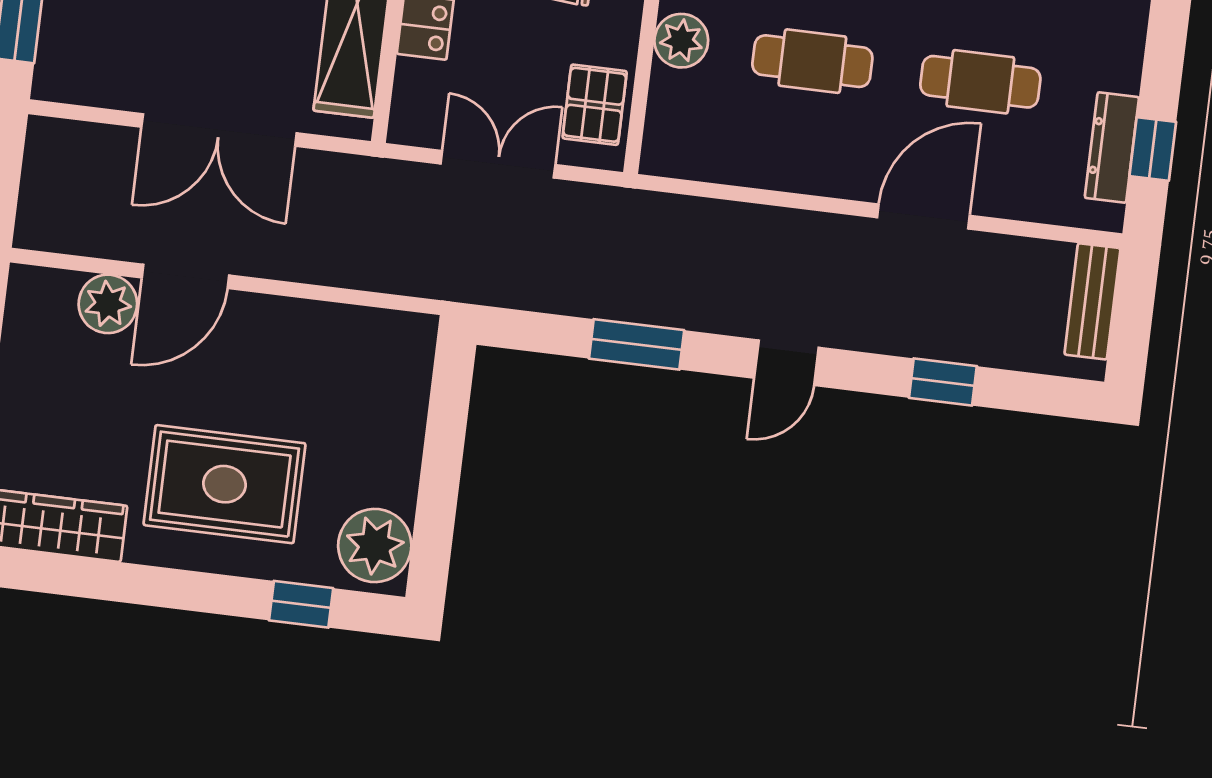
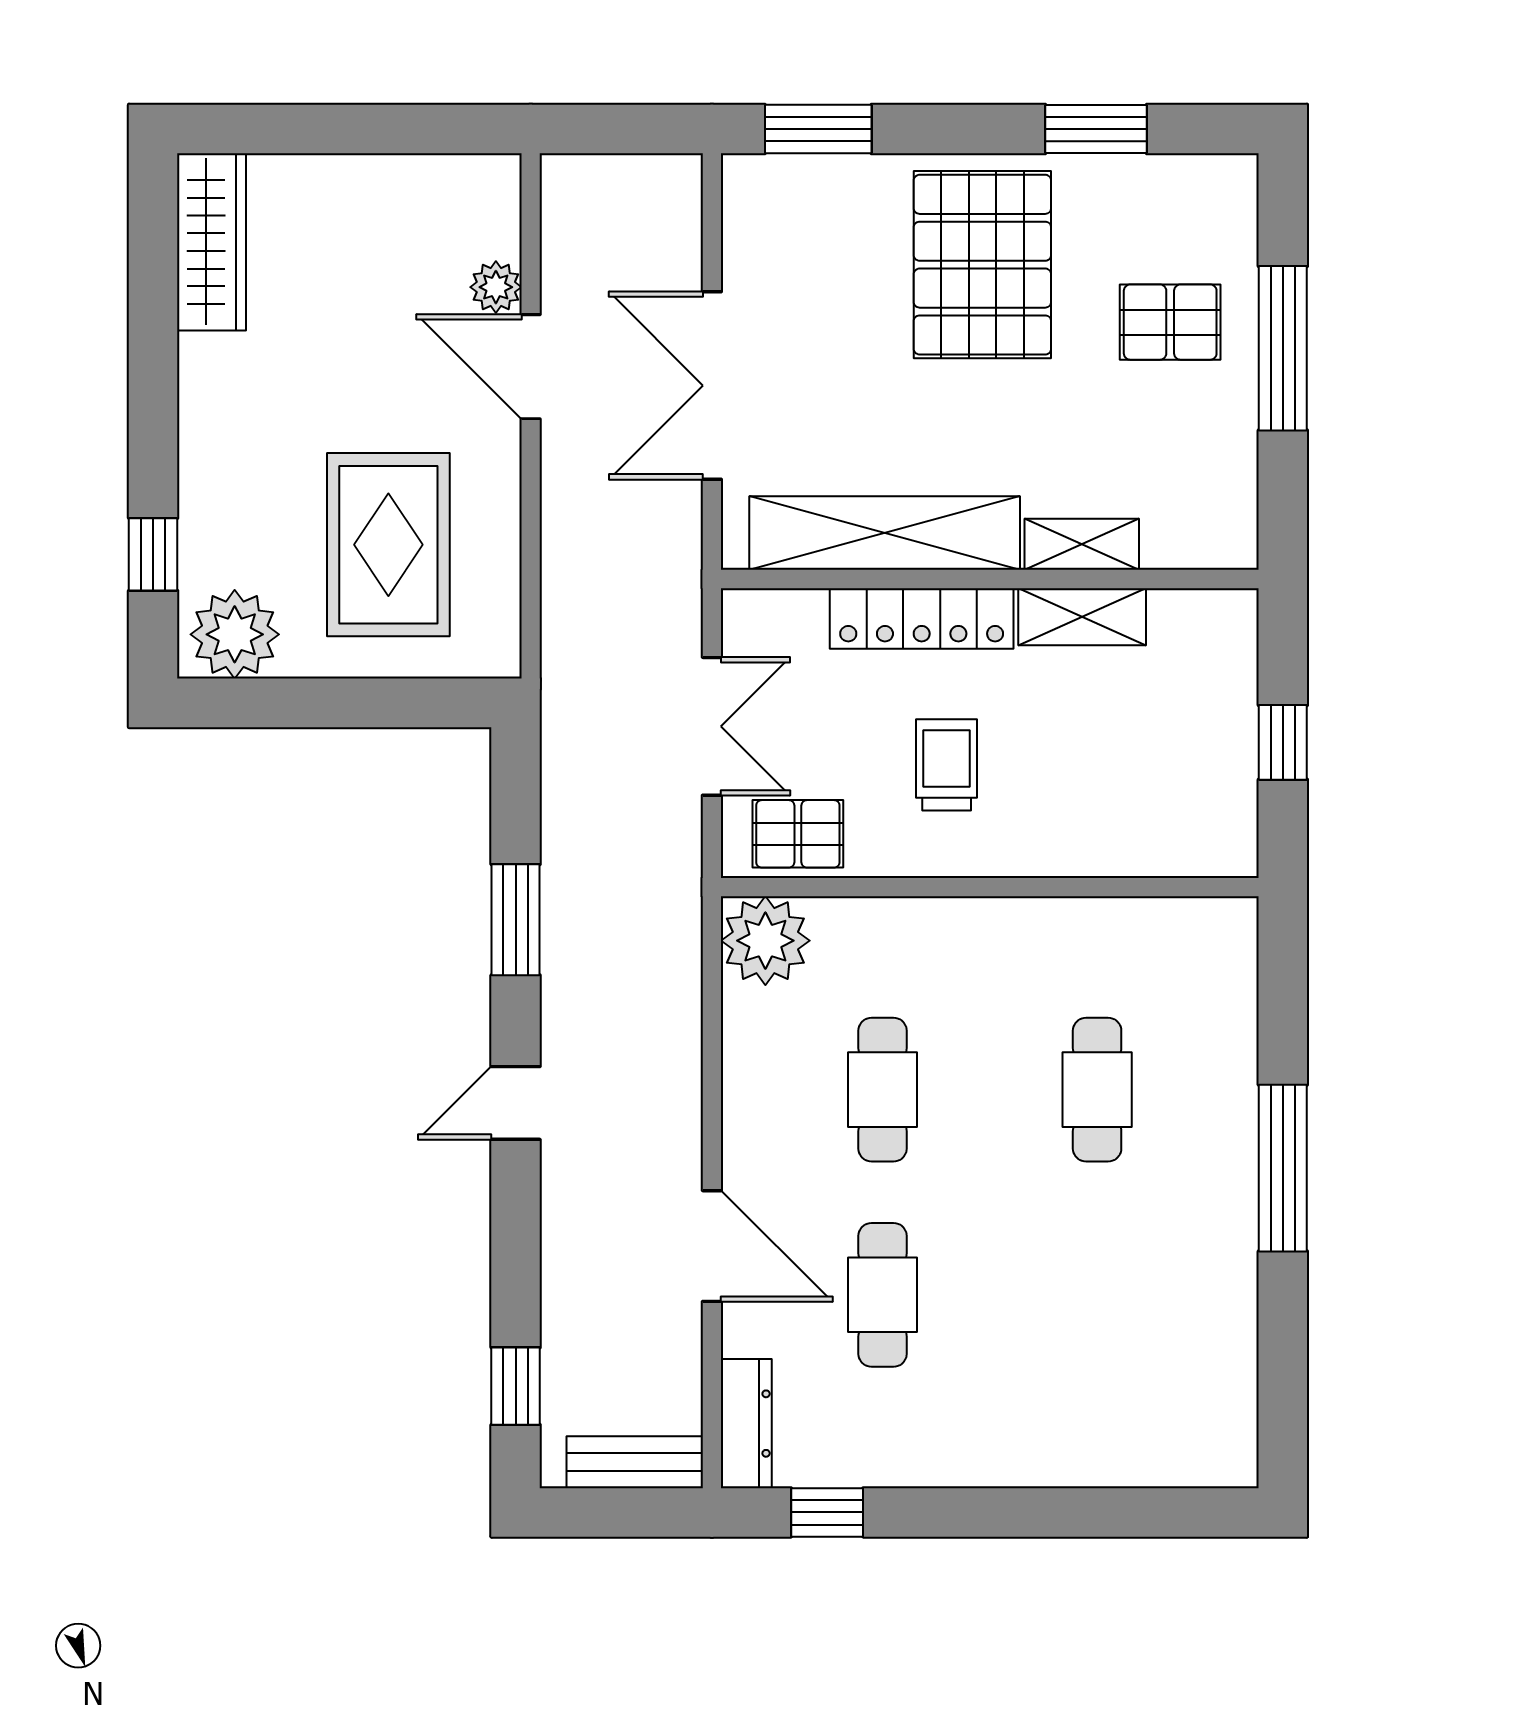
plant: (681, 41) -> (765, 941), moved, width x1.36, depth x1.36
dresser: (1112, 147) -> (746, 1424), moved, turned 90
plant: (108, 304) -> (496, 287), width x0.73, depth x0.73
door: (786, 363) -> (516, 1103), hinge flipped
window: (943, 382) -> (516, 1386), moved
rug: (225, 484) -> (388, 545), moved

